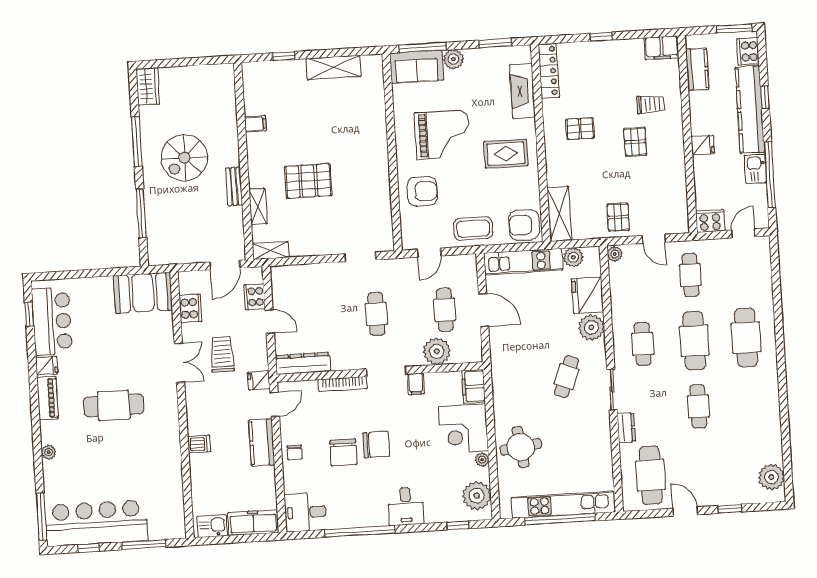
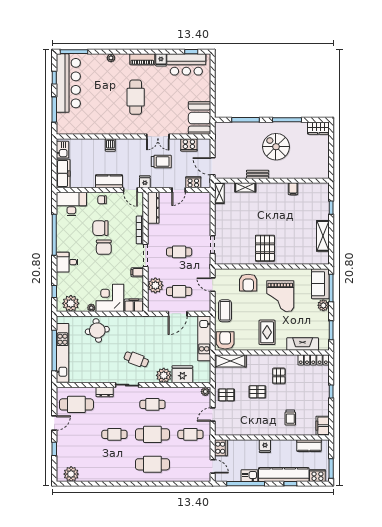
pallet: (635, 142) -> (257, 392), moved
pallet: (308, 181) -> (265, 248), moved
plant: (573, 257) -> (205, 367), removed
desk: (305, 512) -> (71, 204), width x1.37

